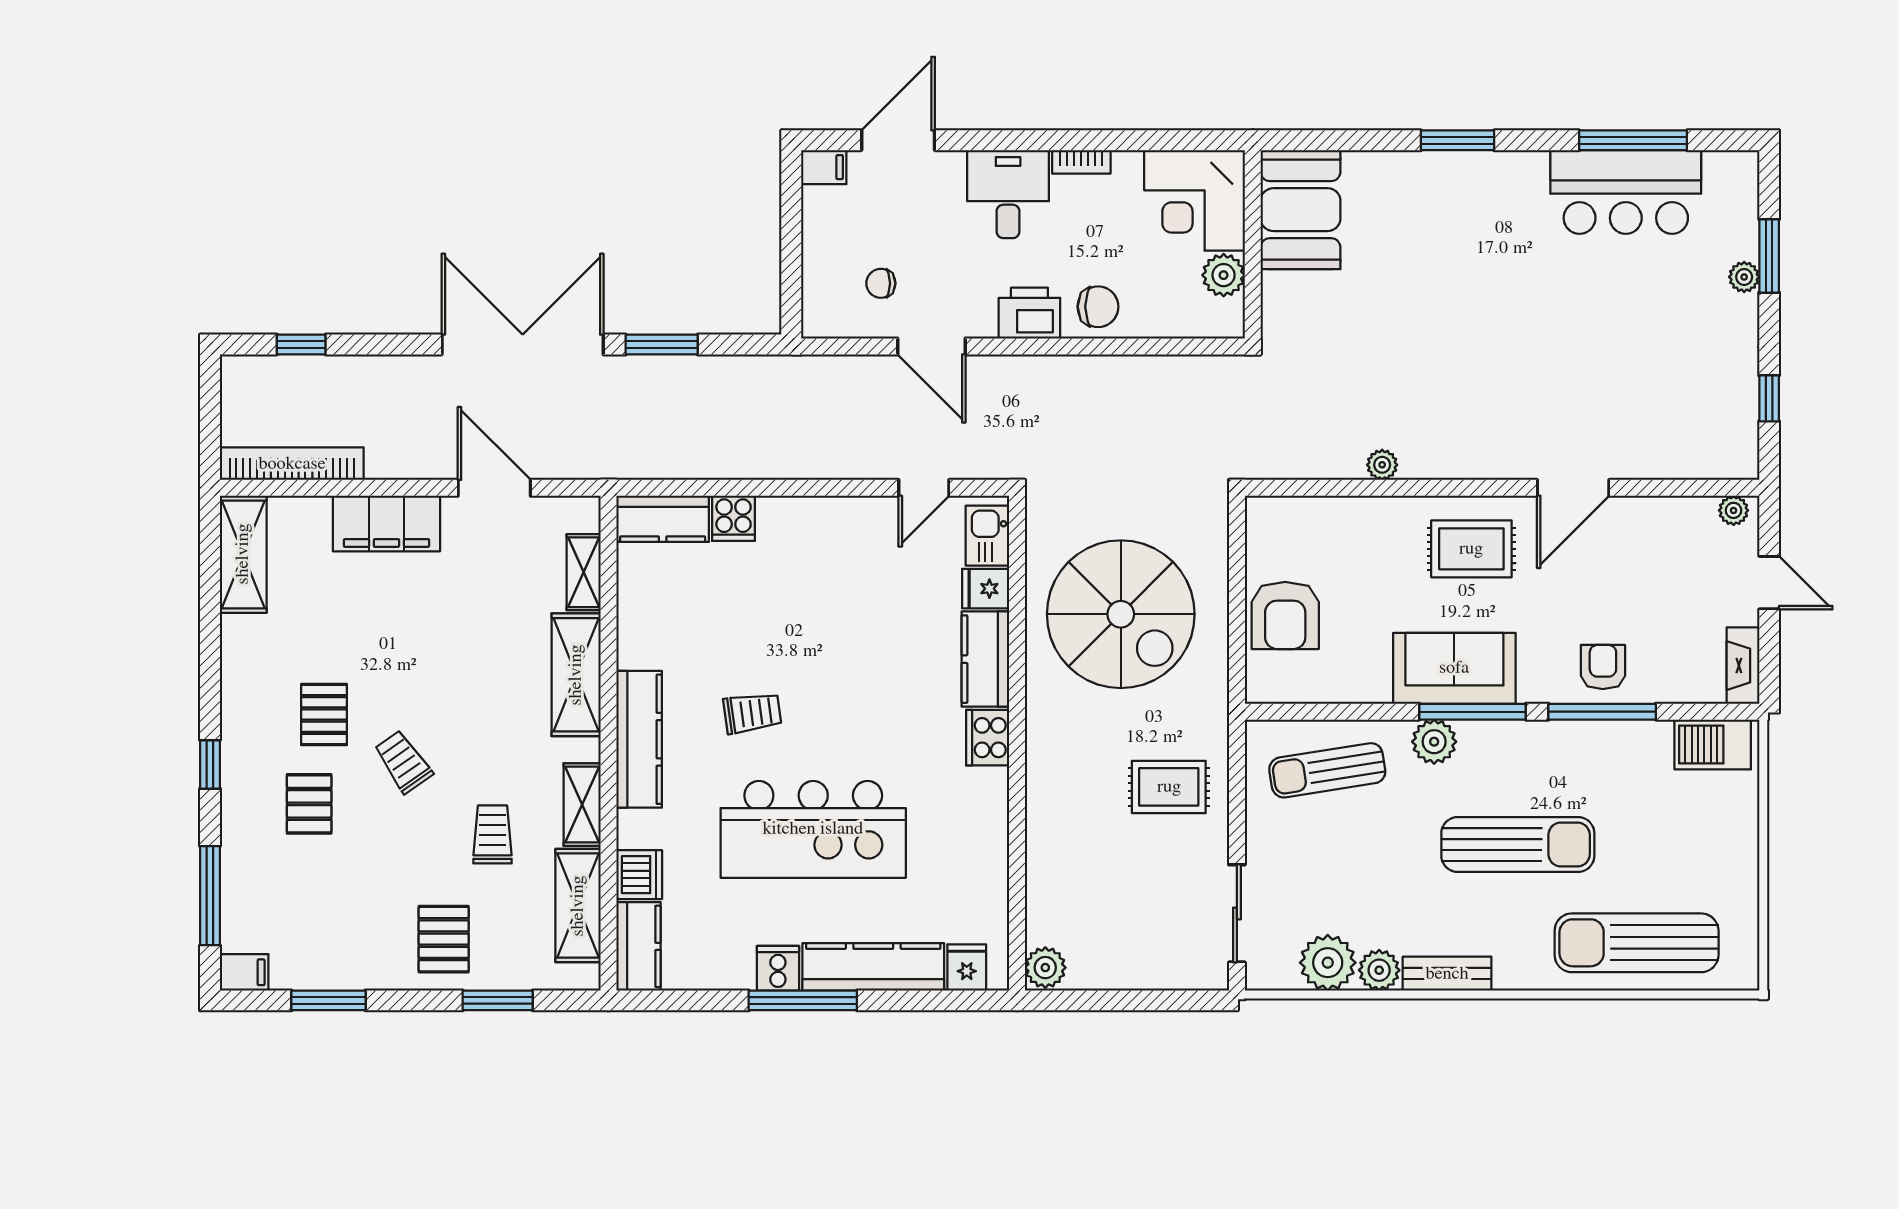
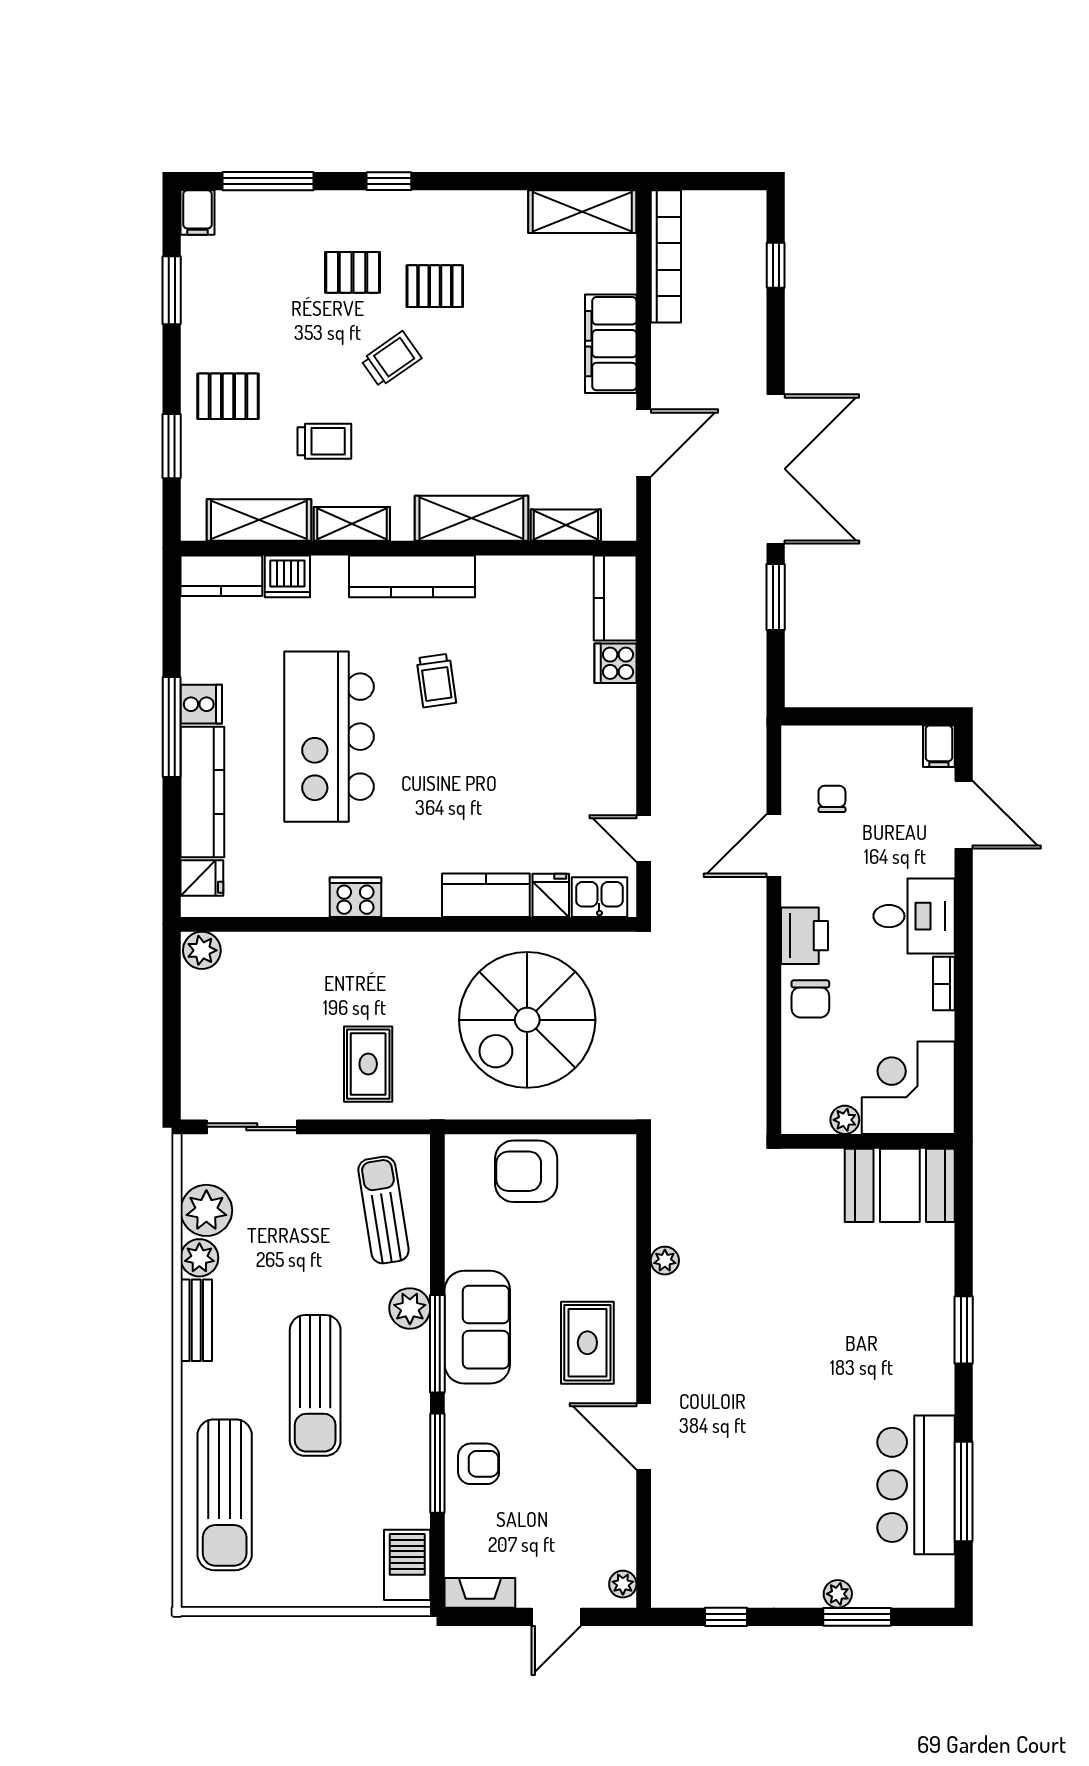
plant: (1224, 275) -> (845, 1120), width x0.73, depth x0.73
cooker: (988, 738) -> (355, 897), moved
sun lounger: (1637, 943) -> (225, 1495), turned 180

